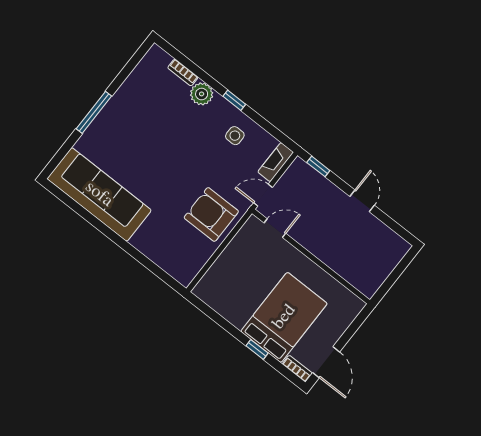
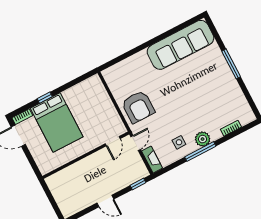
plant: (202, 94) -> (203, 139), moved
window: (234, 100) -> (200, 152), width x2.17
armchair: (211, 214) -> (138, 107), turned 90

